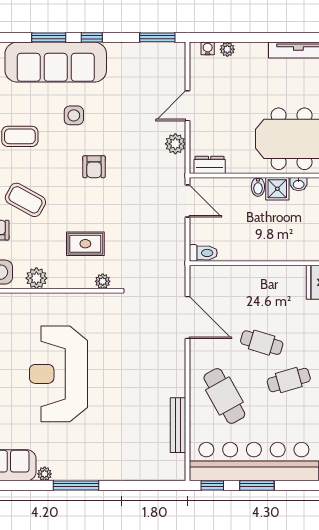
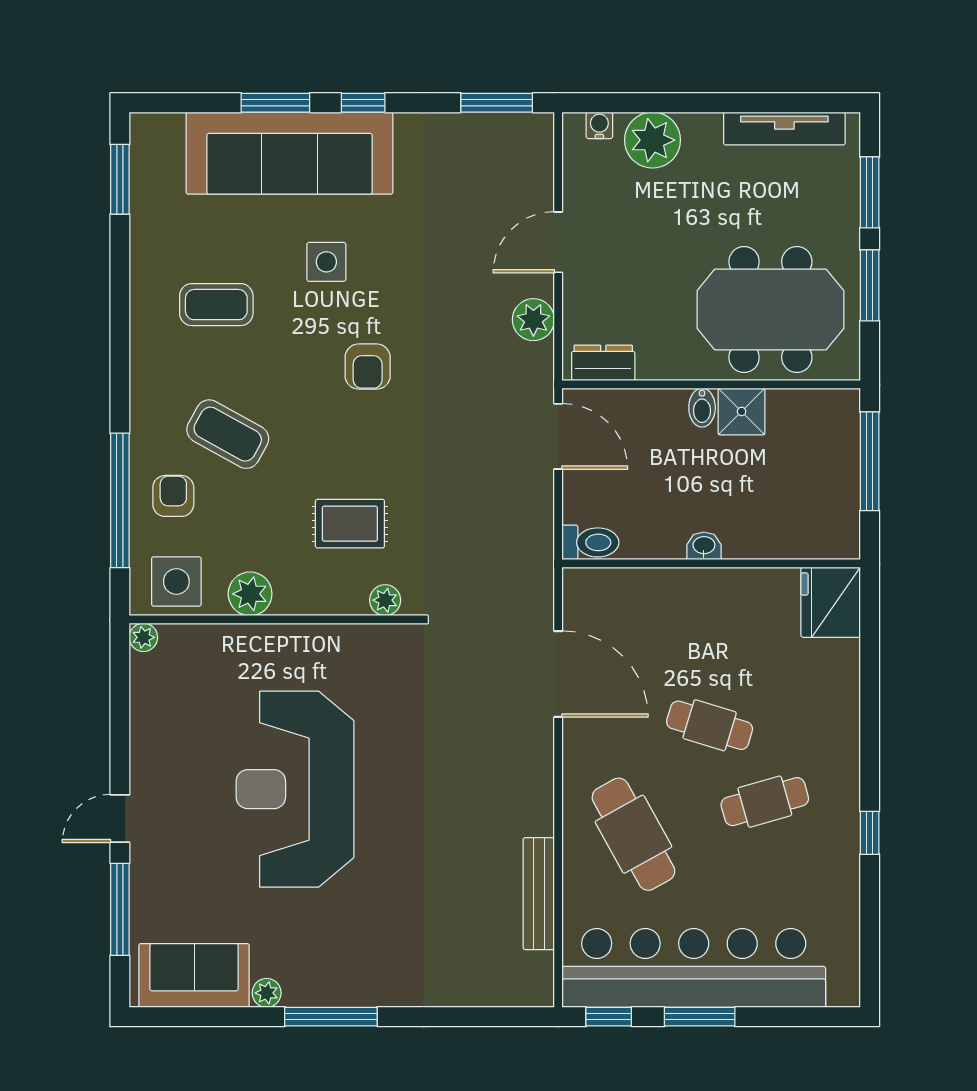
plant: (227, 49) -> (653, 140), width x1.87, depth x1.87
washbasin: (299, 184) -> (704, 546), moved, turned 180

